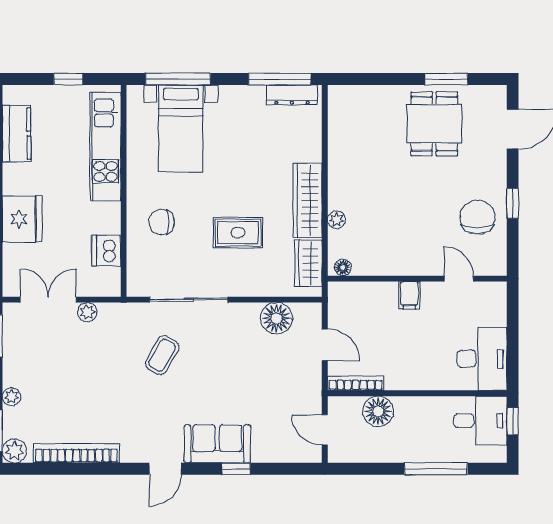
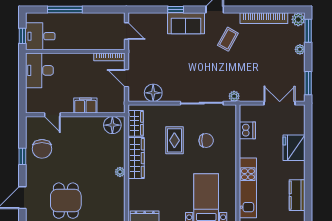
plant: (336, 220) -> (120, 172), moved
chair: (161, 222) -> (206, 141), moved
rug: (238, 233) -> (174, 140), turned 90
floor lamp: (343, 267) -> (112, 125), width x1.89, depth x1.89
filing cabinet: (409, 295) -> (85, 106), width x2.00
double door: (48, 300) -> (280, 103), swing flipped
plant: (87, 312) -> (234, 96), moved
coffee table: (162, 355) -> (228, 39), moved
floor lamp: (378, 411) -> (97, 41), removed

